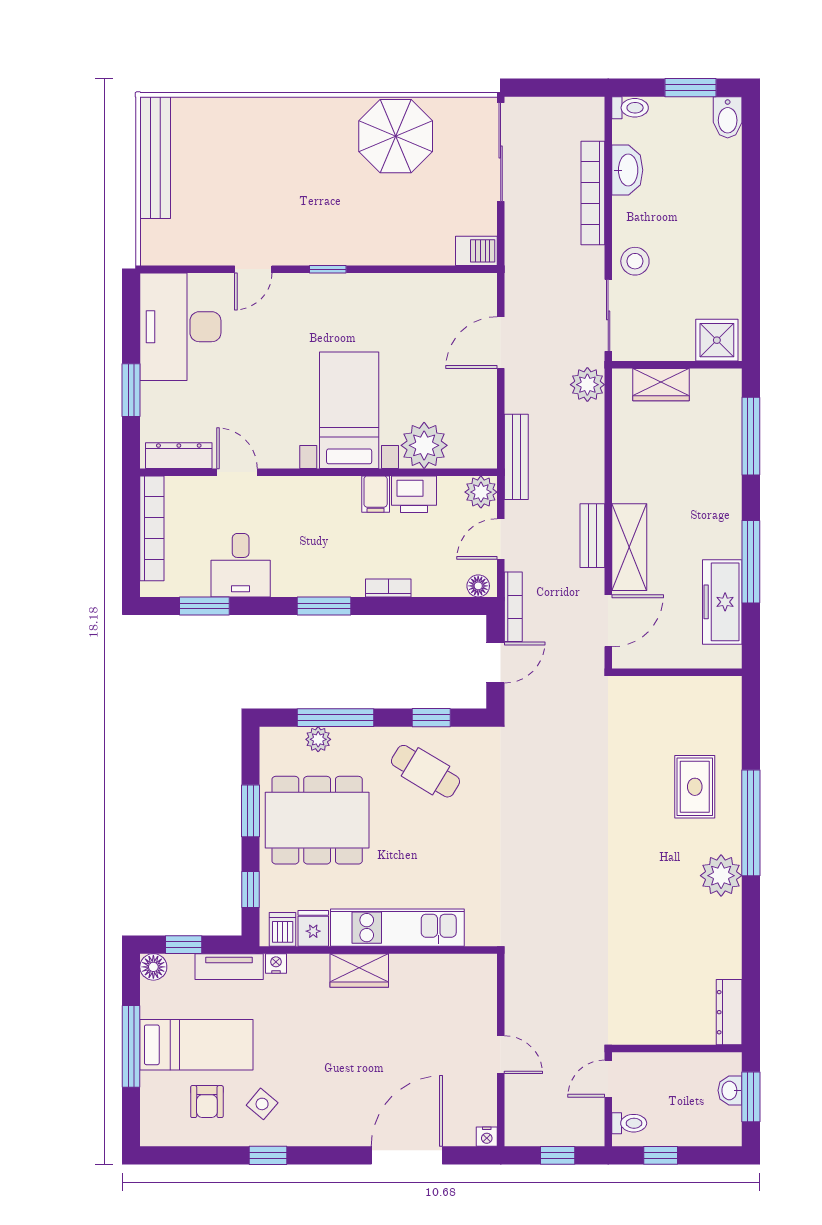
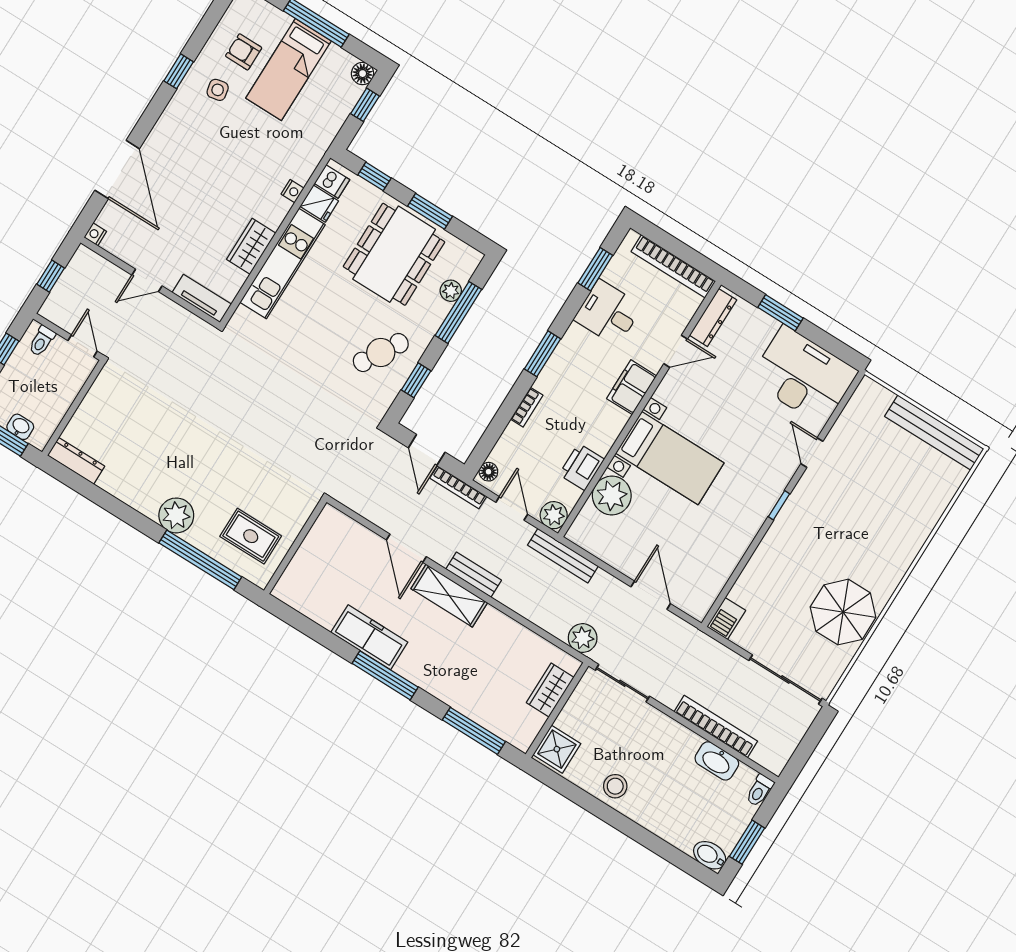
stool: (635, 261) -> (615, 786), moved
filing cabinet: (376, 494) -> (632, 387), moved, width x2.00
wall: (677, 672) -> (295, 546), moved
nightstand: (276, 963) -> (293, 191), moved
tv unit: (229, 967) -> (202, 298), moved, turned 90
wardrobe: (359, 970) -> (251, 246), moved
side table: (262, 1104) -> (218, 90), turned 38

